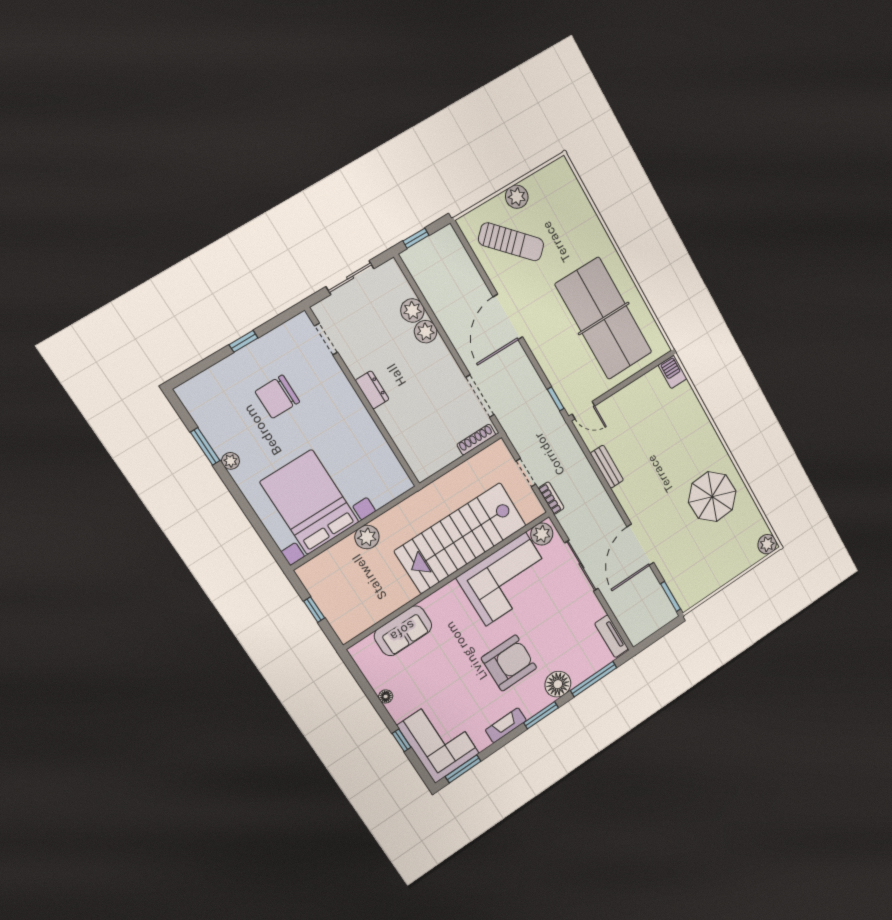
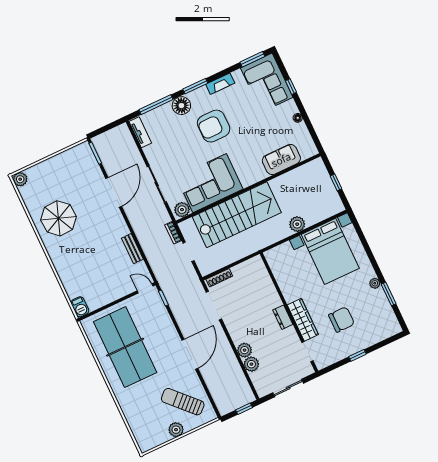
wardrobe: (340, 389) -> (303, 320), added

